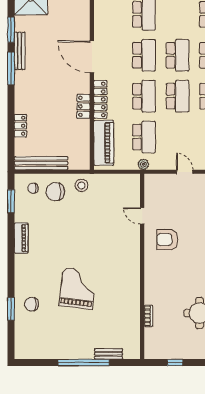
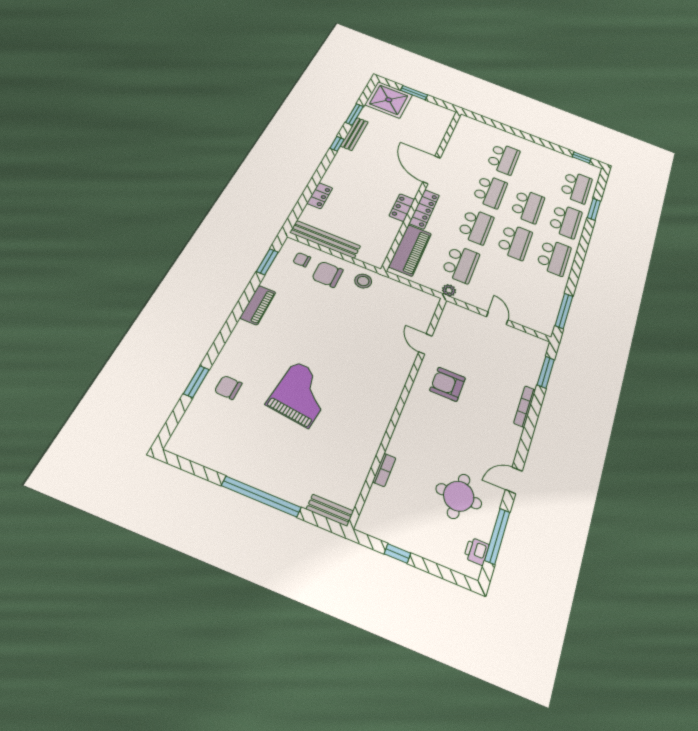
window: (11, 68) -> (337, 144), width x0.46
bench: (108, 354) -> (330, 510), moved

